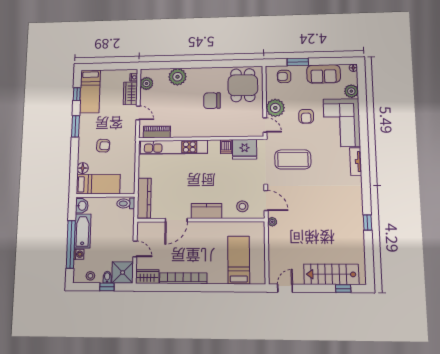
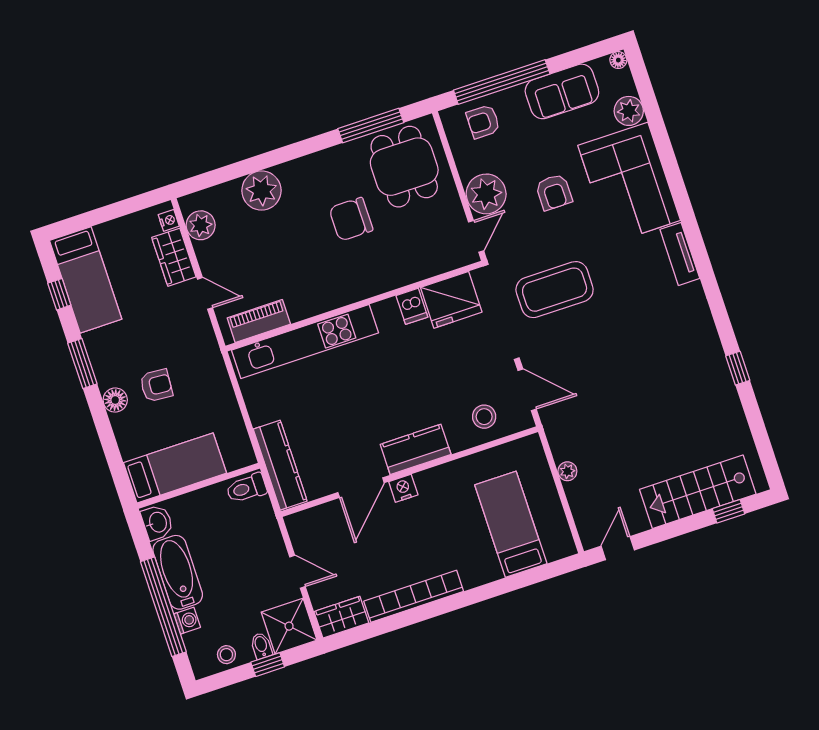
window: (298, 62) -> (502, 82), width x2.11
window: (234, 63) -> (371, 126), added
door: (265, 125) -> (476, 236), hinge flipped
floor lamp: (83, 168) -> (115, 400), moved
plant: (272, 222) -> (567, 471), moved
nightstand: (195, 227) -> (403, 488), added

